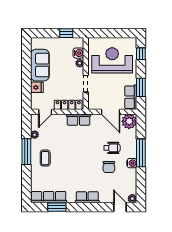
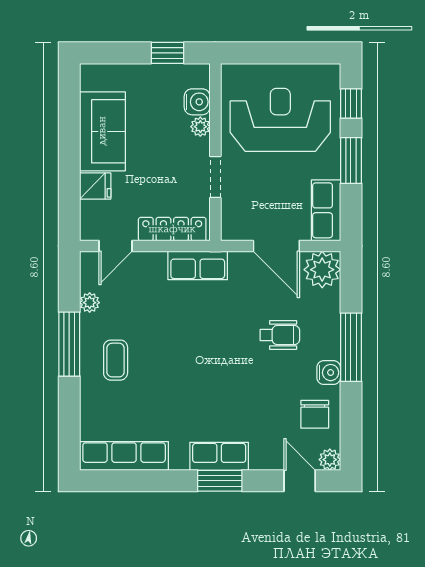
window: (141, 87) -> (351, 161), moved
chair: (109, 167) -> (315, 414), moved
window: (57, 207) -> (220, 481), moved

